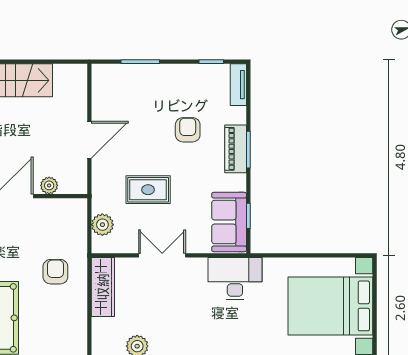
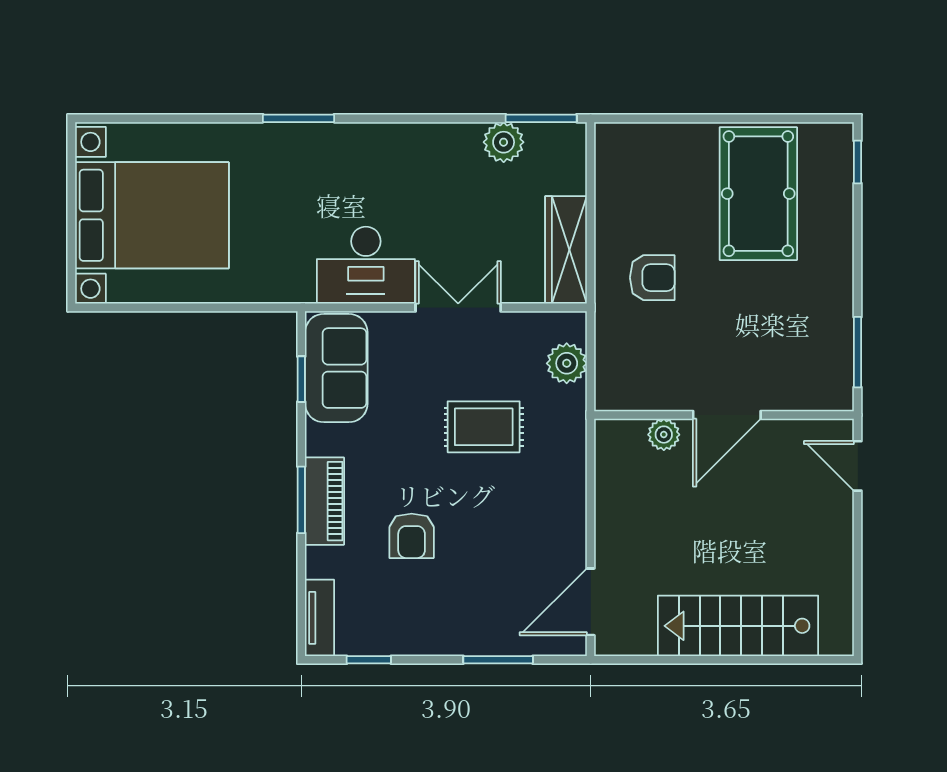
door: (89, 140) -> (591, 602), moved
double door: (162, 255) -> (458, 307), swing flipped
armchair: (55, 272) -> (652, 278), turned -90
desk: (235, 279) -> (366, 265), moved

